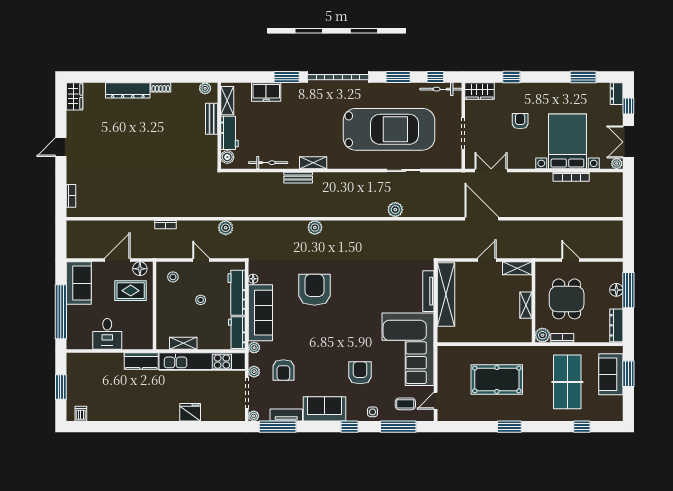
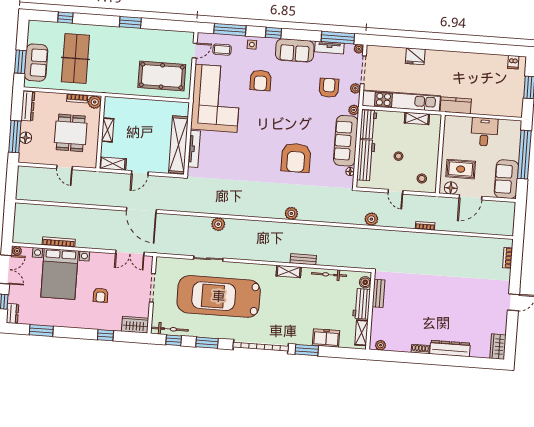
bench: (212, 119) -> (378, 293), moved
pool table: (497, 379) -> (162, 76), moved

